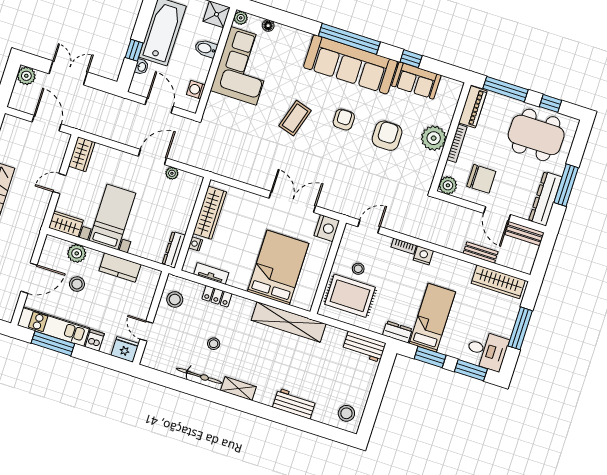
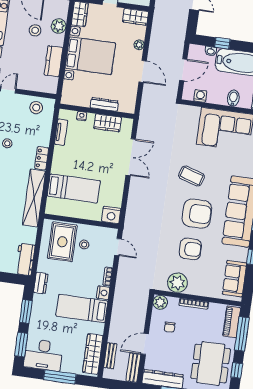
sofa: (416, 81) -> (235, 279), moved
piano: (473, 107) -> (232, 322), moved, turned 90
armchair: (344, 120) -> (197, 214), width x1.88, depth x1.88
plant: (434, 138) -> (177, 283), moved
plant: (172, 173) -> (139, 45), moved
chair: (481, 179) -> (170, 327), width x0.54, depth x0.54
double door: (292, 202) -> (131, 157), moved
wardrobe: (210, 213) -> (108, 123), width x0.67
bed with nightstands: (112, 217) -> (90, 56), width x1.36
dresser: (174, 250) -> (104, 104), moved
bench: (481, 252) -> (110, 356), moved
bed: (278, 267) -> (74, 188), width x0.67
locker: (217, 296) -> (42, 158), moved
bed: (432, 318) -> (82, 309), moved, turned 180
desk: (487, 351) -> (43, 355), width x1.37

